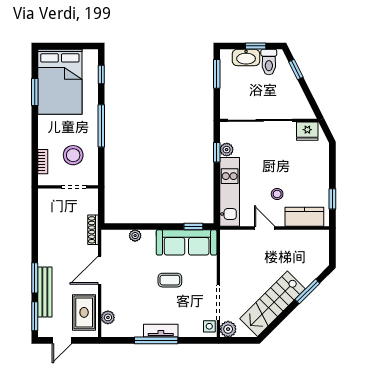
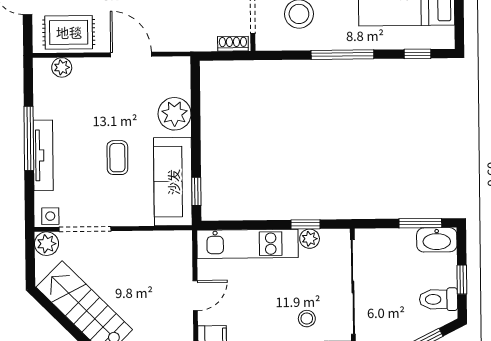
washbasin: (246, 57) -> (437, 240), moved, turned -90
stool: (277, 194) -> (307, 319), moved
shoe rack: (93, 230) -> (233, 44), moved, width x0.70
plant: (135, 236) -> (175, 114), width x1.88, depth x1.88
tv unit: (161, 331) -> (43, 155), width x1.41

